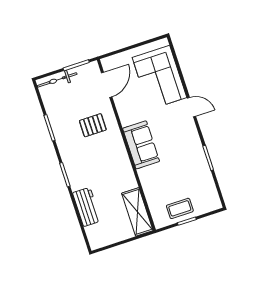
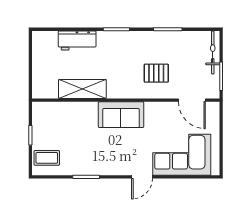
pallet: (93, 125) -> (156, 73), turned 90
coffee table: (180, 208) -> (47, 158), moved, turned 90
shelving: (137, 212) -> (82, 89), moved

